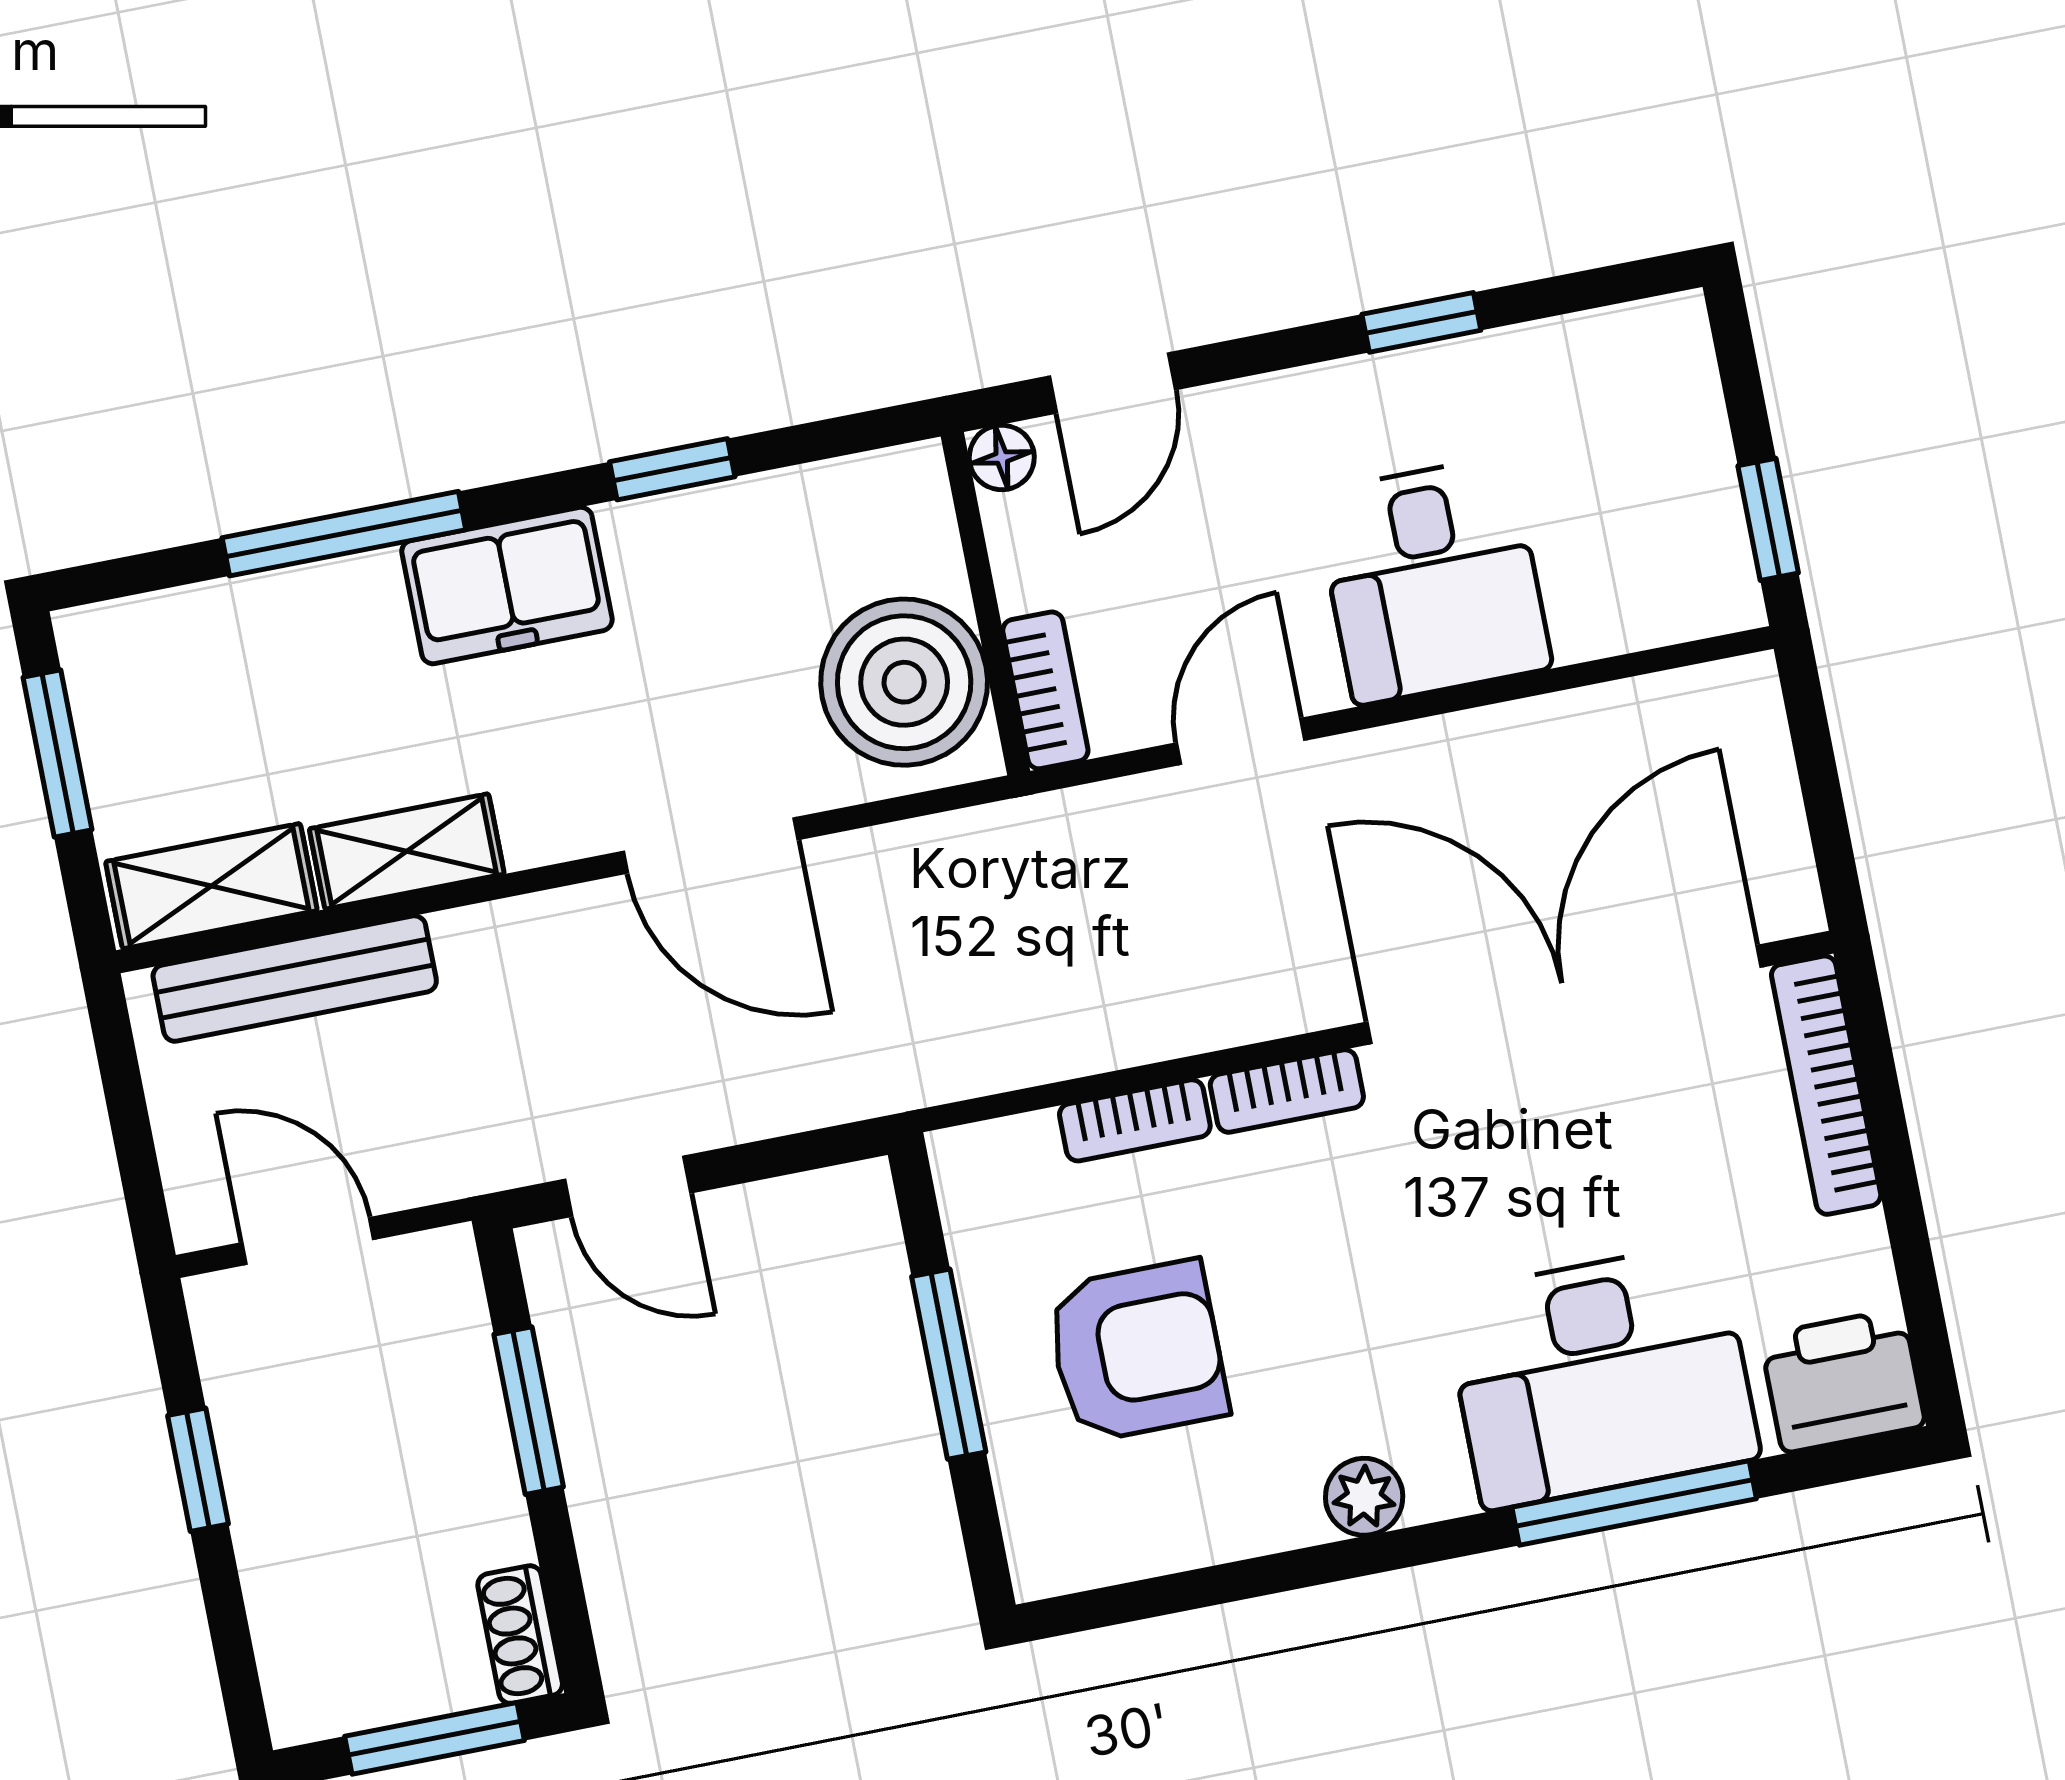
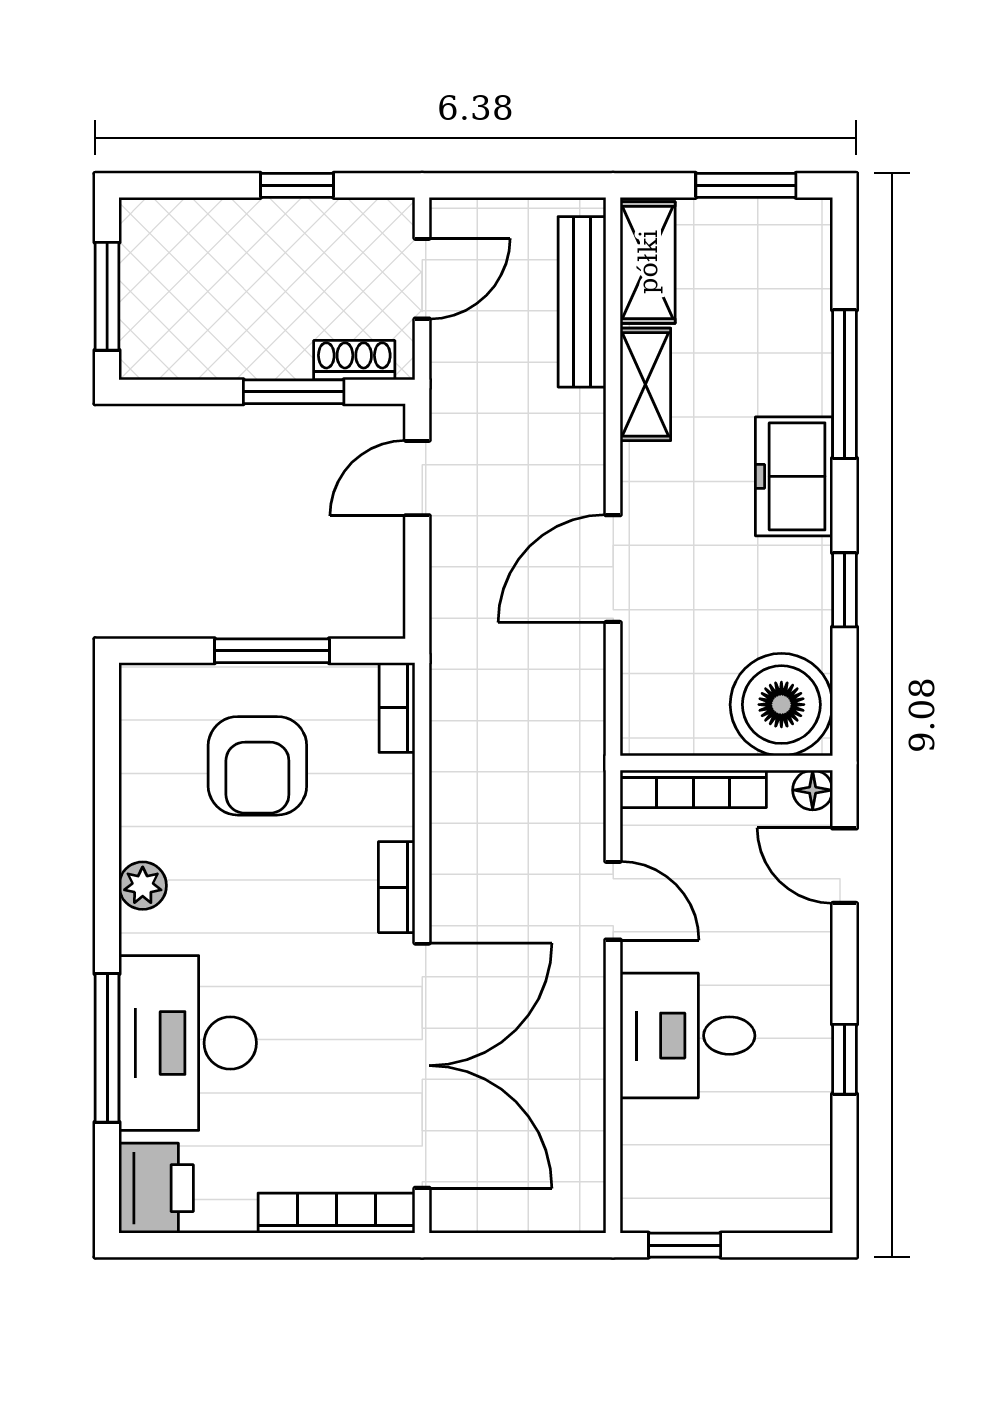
boiler: (904, 682) -> (781, 705), moved
bookcase: (1045, 690) -> (693, 789), width x1.56
bookcase: (1135, 1120) -> (397, 708), moved
shoe rack: (520, 1635) -> (354, 360), moved

